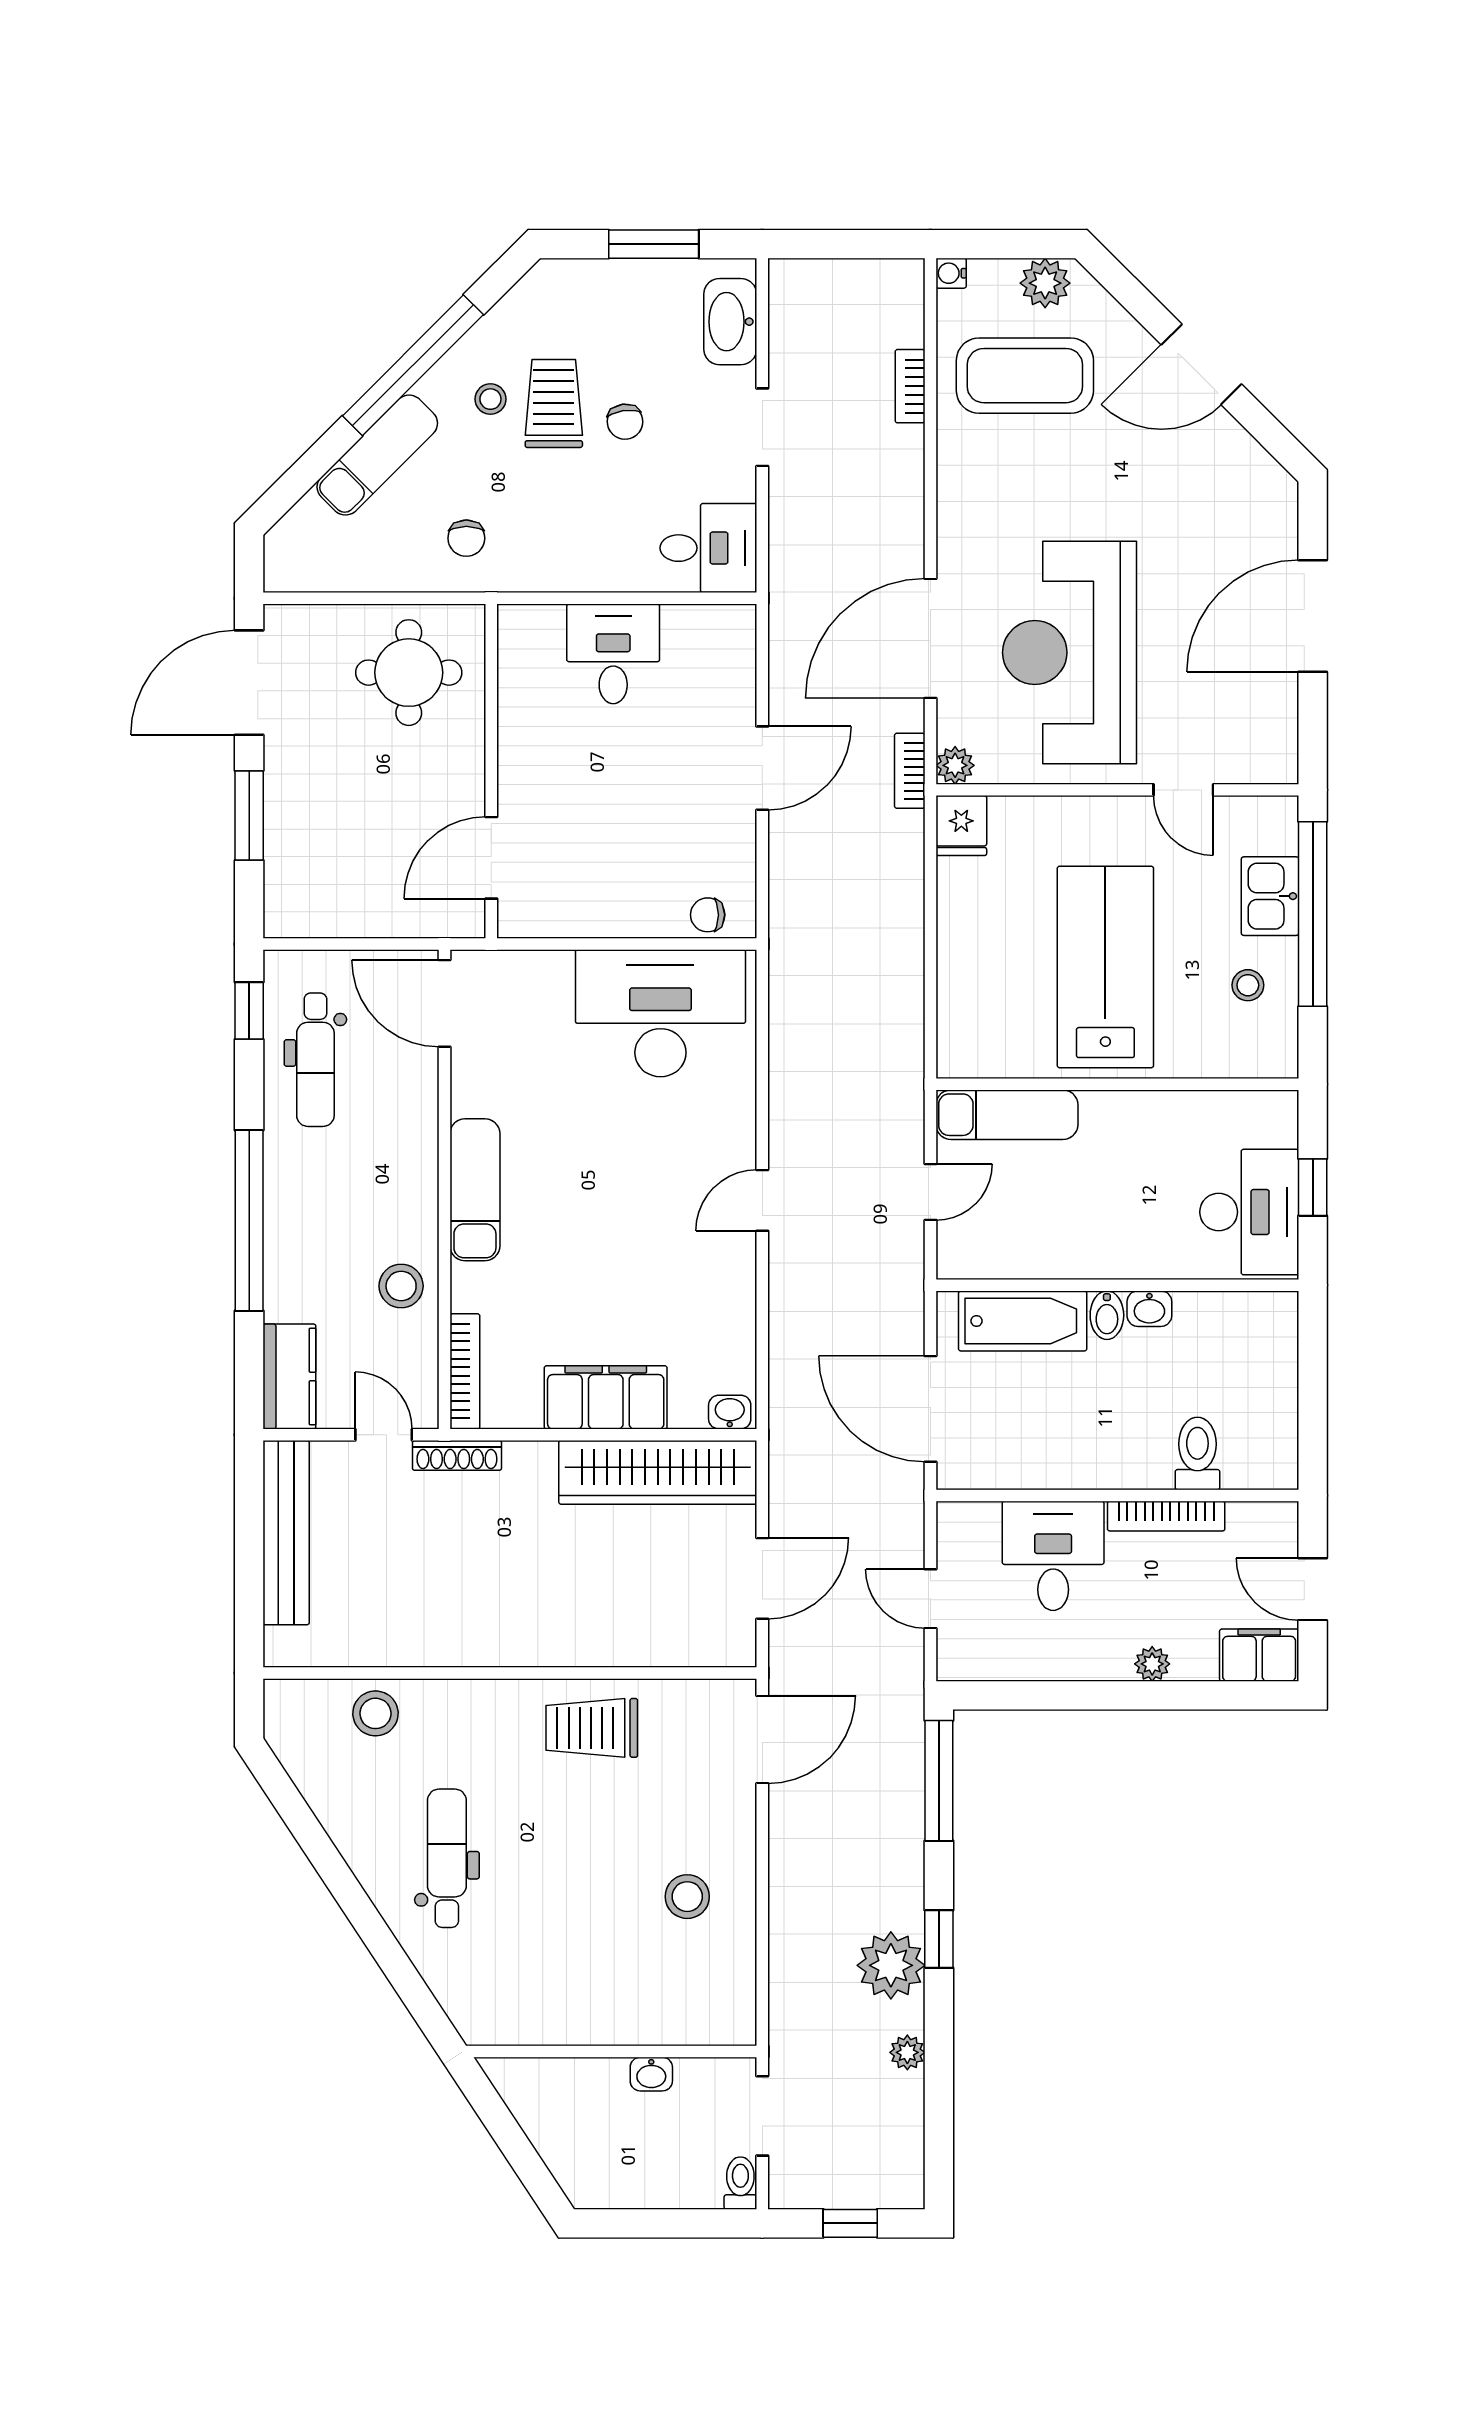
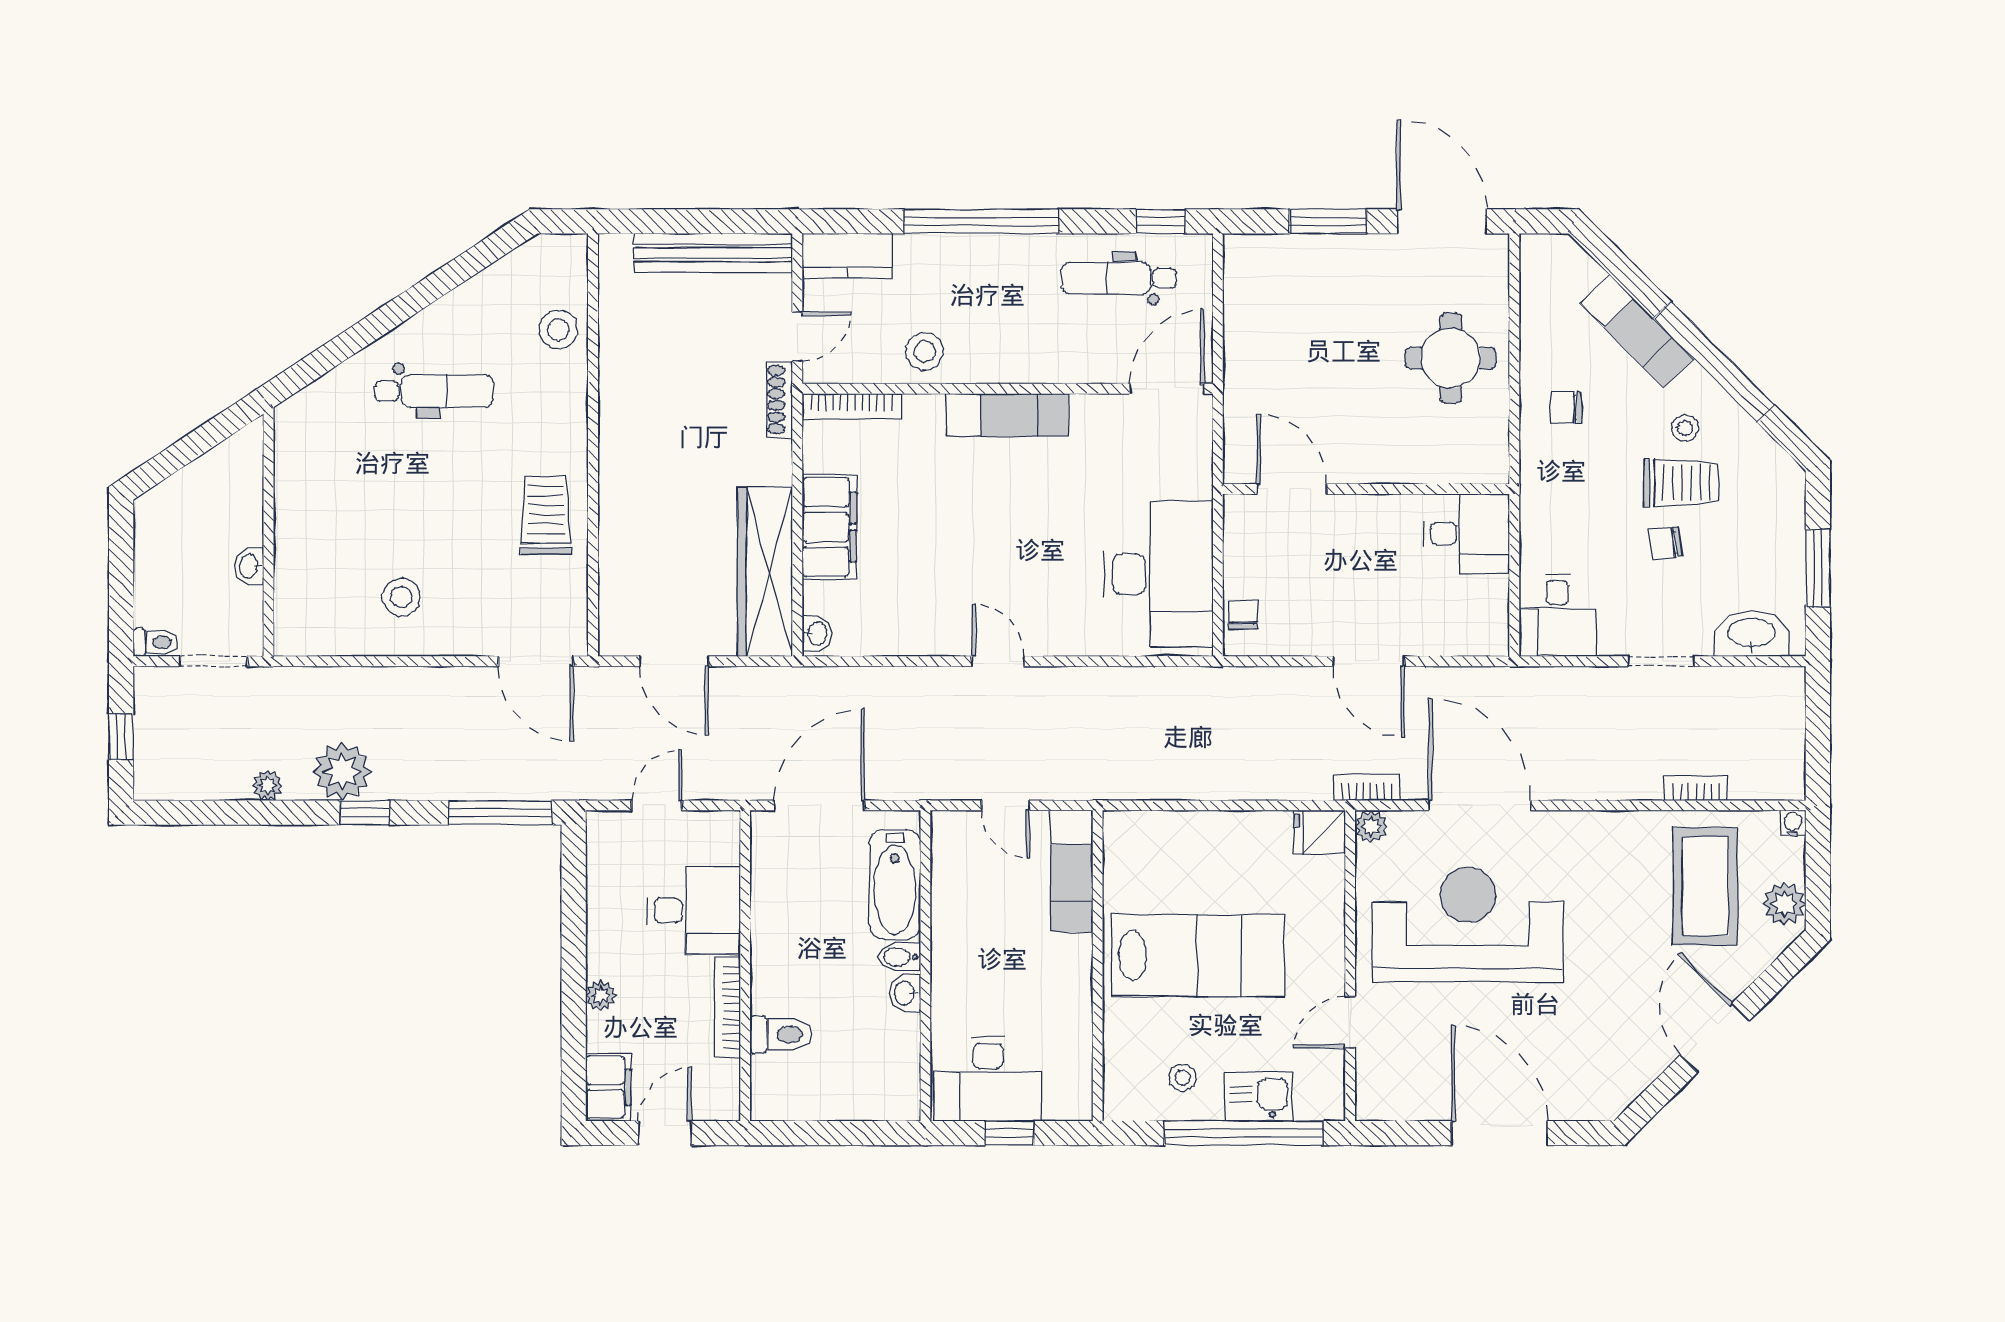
wall: (491, 771) -> (1366, 489), moved
door: (491, 858) -> (1292, 489), moved

